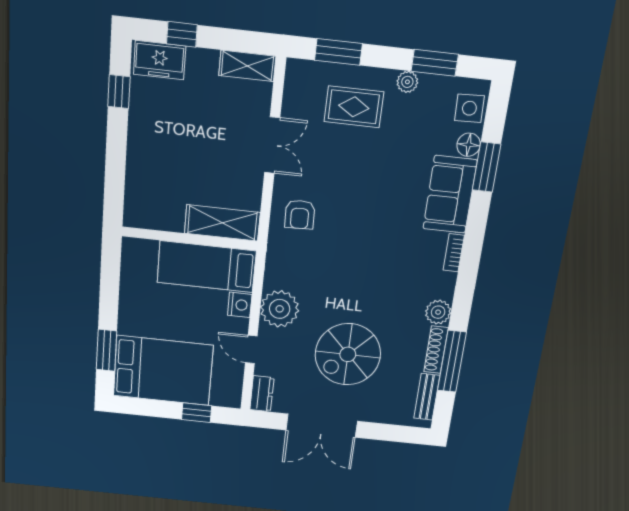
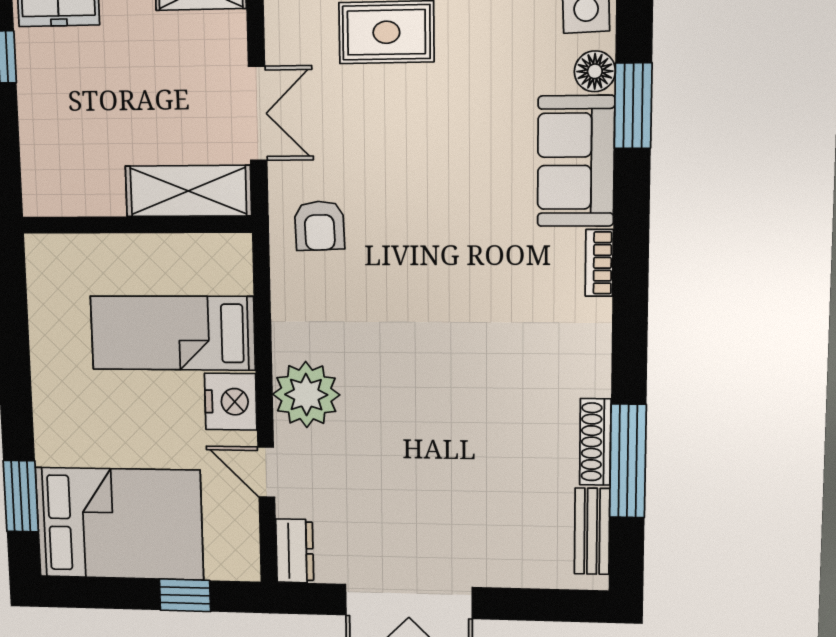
shelving: (222, 223) -> (188, 191), moved
wall: (190, 239) -> (137, 225), moved
nightstand: (240, 305) -> (231, 402), width x1.36, depth x1.33
plant: (438, 312) -> (588, 373), removed
spiral stairs: (348, 354) -> (437, 465), removed

